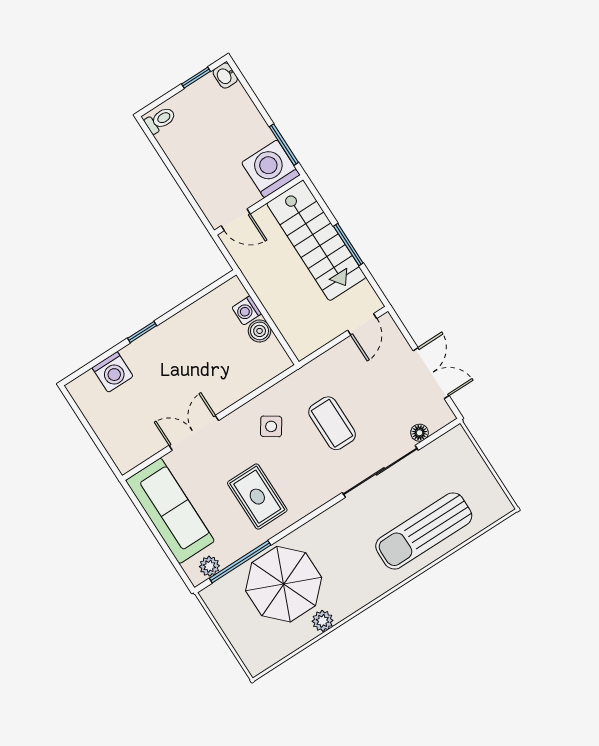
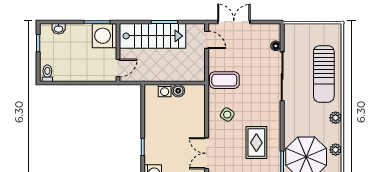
washbasin: (225, 76) -> (59, 29), moved
double door: (431, 373) -> (234, 22), moved
coffee table: (332, 423) -> (224, 80), moved
rug: (257, 497) -> (256, 143), turned 90
plant: (370, 590) -> (336, 118), added

